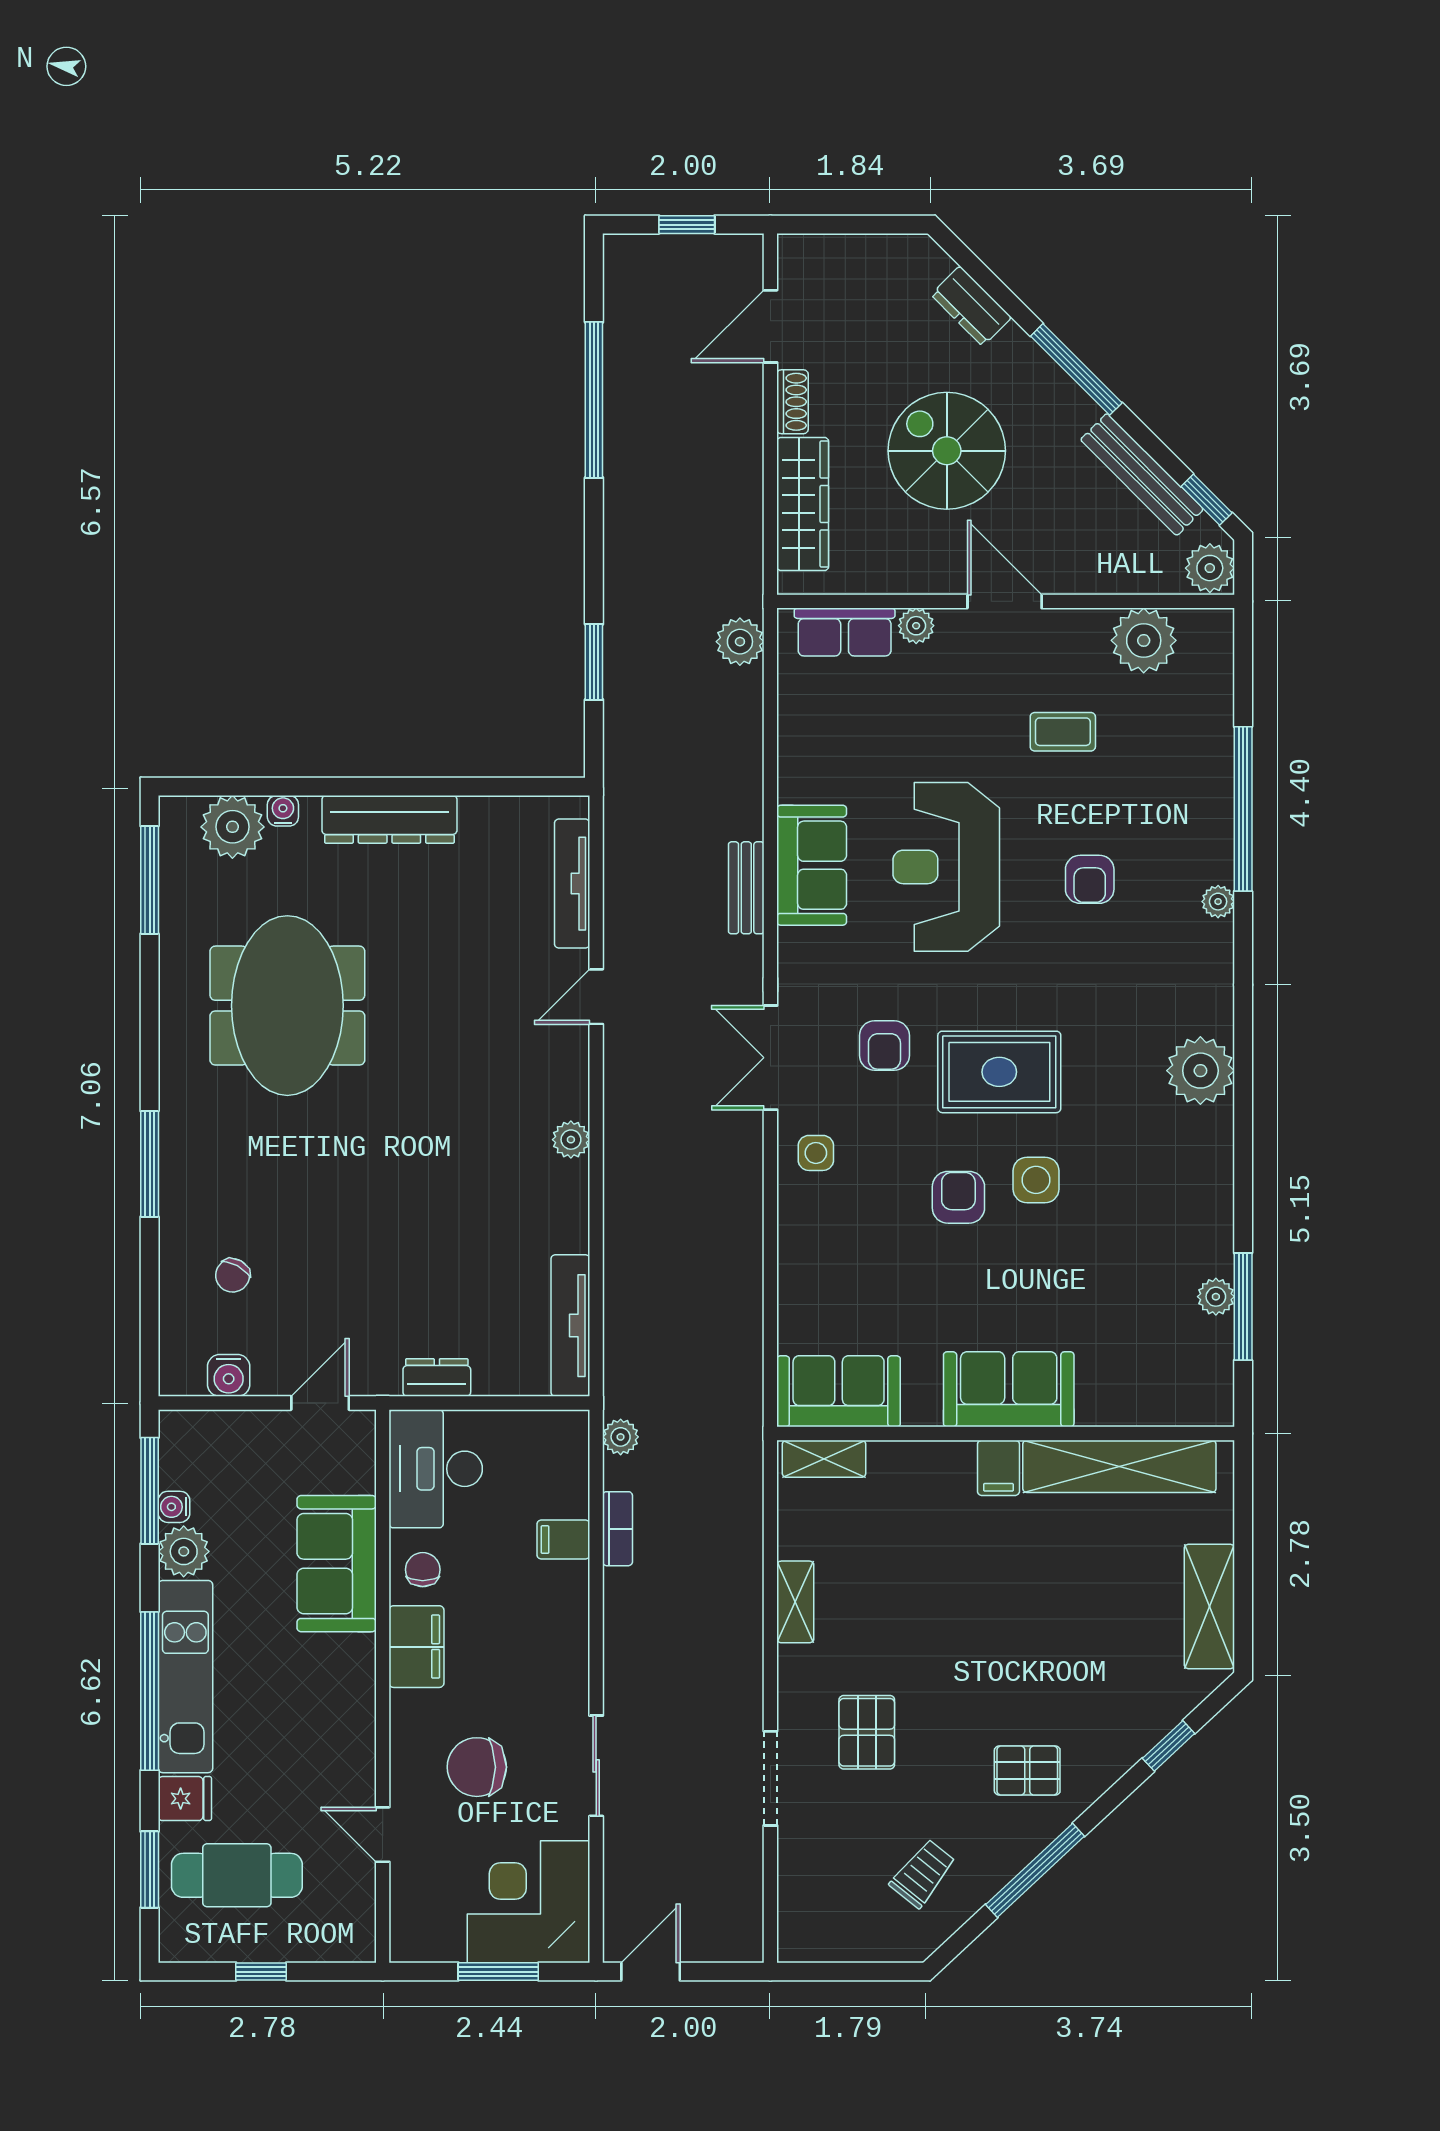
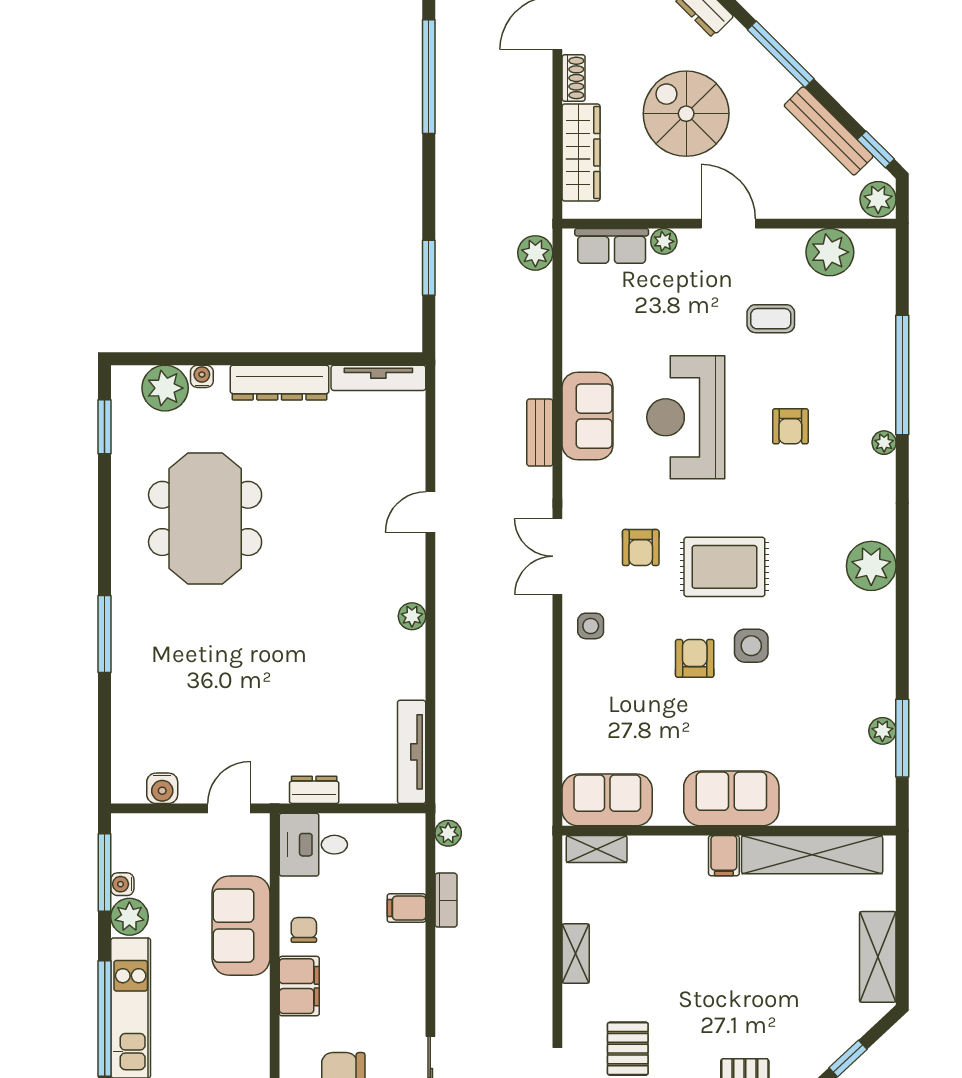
window: (150, 880) -> (105, 427), width x0.69
tv unit: (572, 884) -> (378, 378), moved, turned -90
chair: (233, 1275) -> (165, 715), removed
desk: (436, 1469) -> (313, 845), width x0.73

